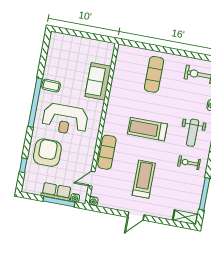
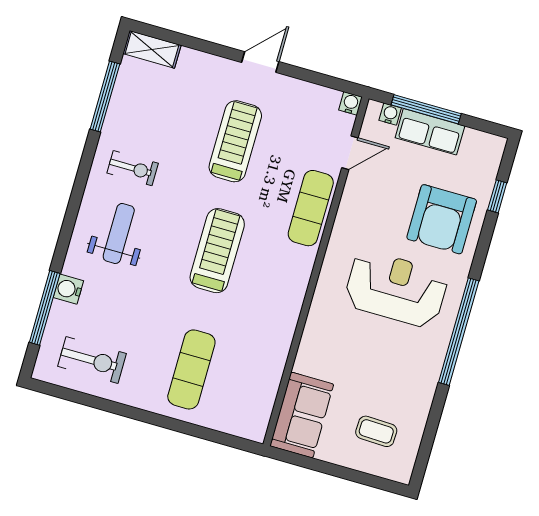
sofa: (98, 81) -> (302, 415), moved
coffee table: (51, 86) -> (376, 431), moved
treadmill: (147, 129) -> (217, 251), turned -90
treadmill: (144, 179) -> (235, 141), turned 180

